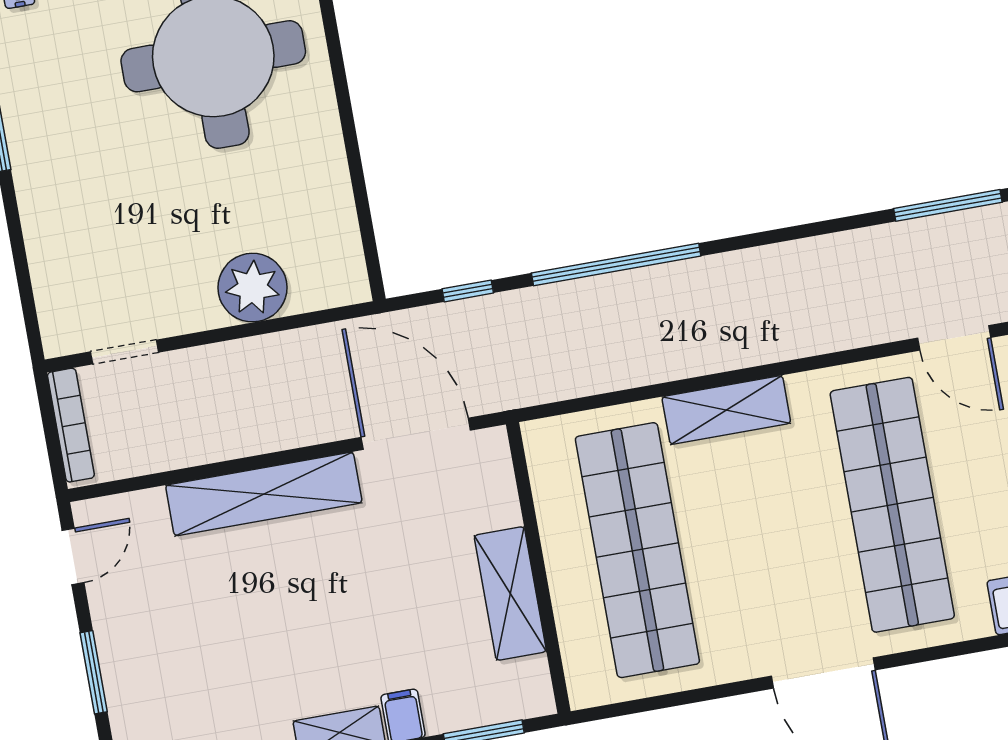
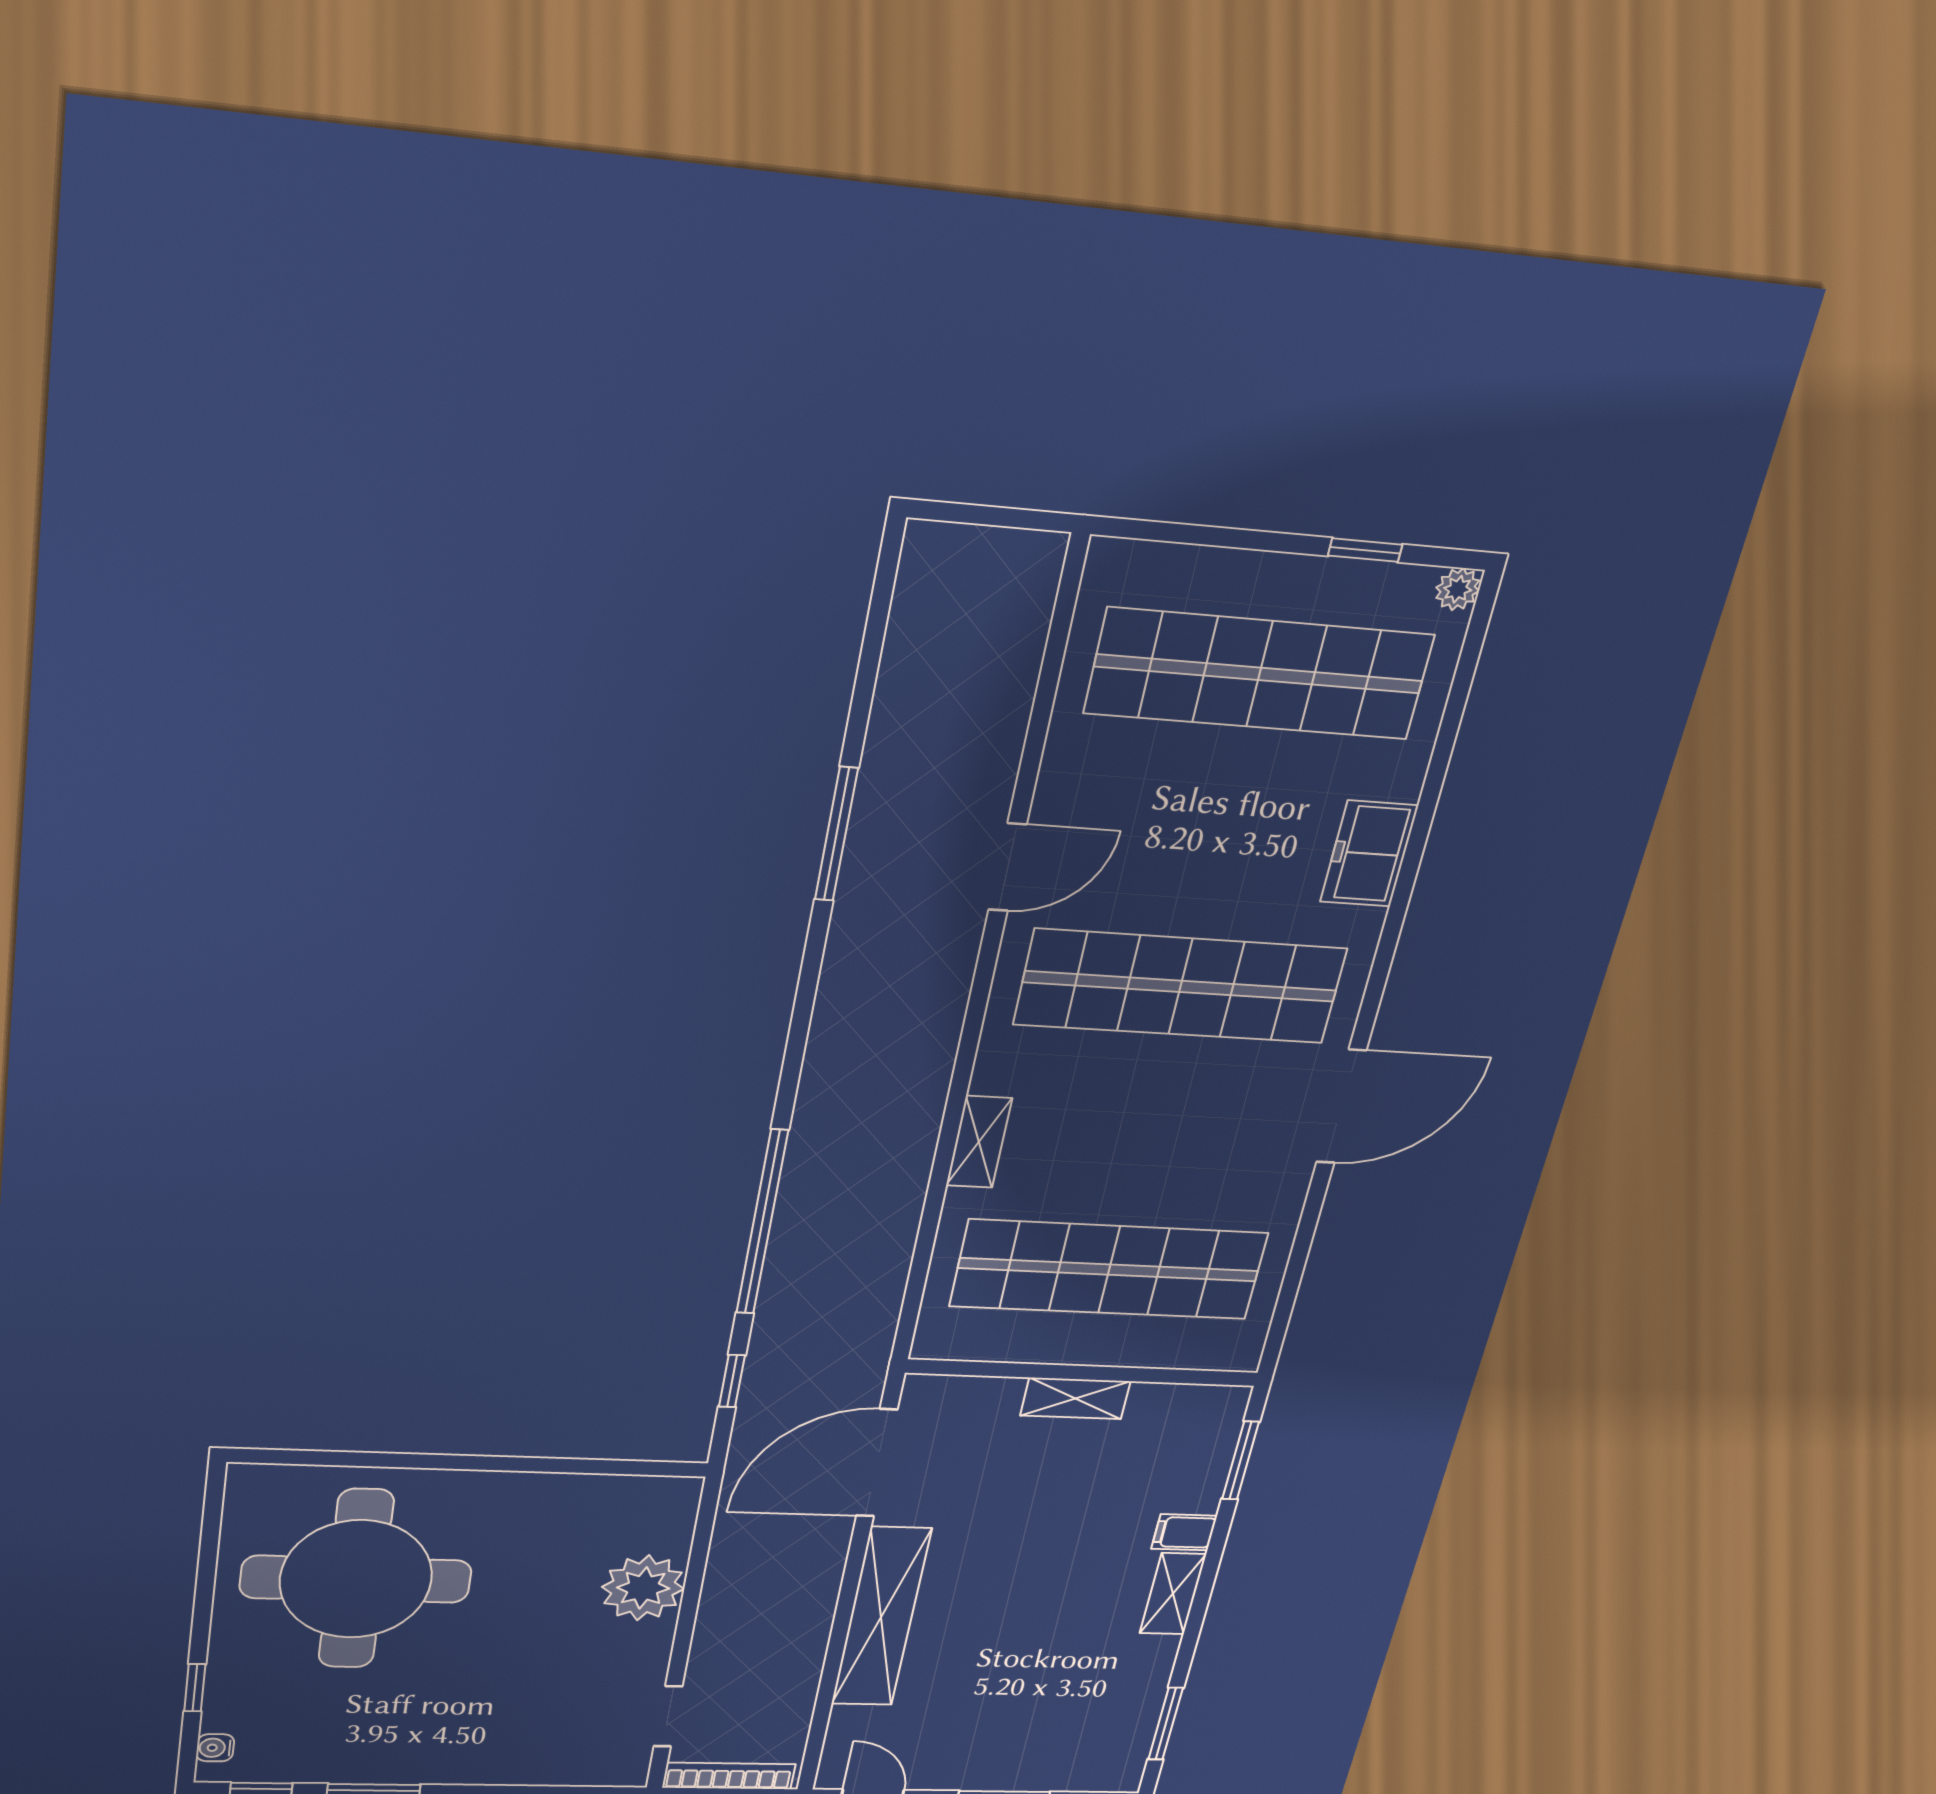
shelving: (726, 410) -> (979, 1142), width x0.67, depth x0.75
shelving: (510, 593) -> (1075, 1398), width x0.67, depth x0.75

